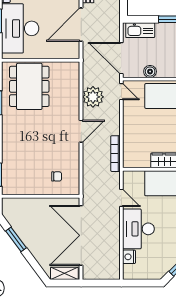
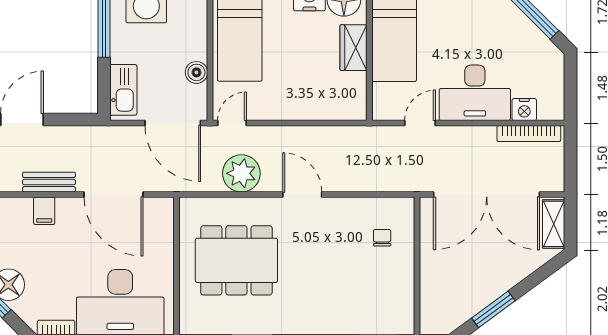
door: (121, 58) -> (173, 123), hinge flipped
dining table: (29, 86) -> (236, 260), moved
bookcase: (115, 154) -> (529, 134), moved

